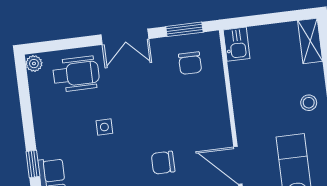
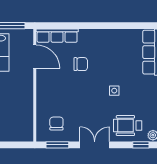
kitchen sink: (237, 44) -> (26, 132), removed
window: (51, 46) -> (141, 145), added

